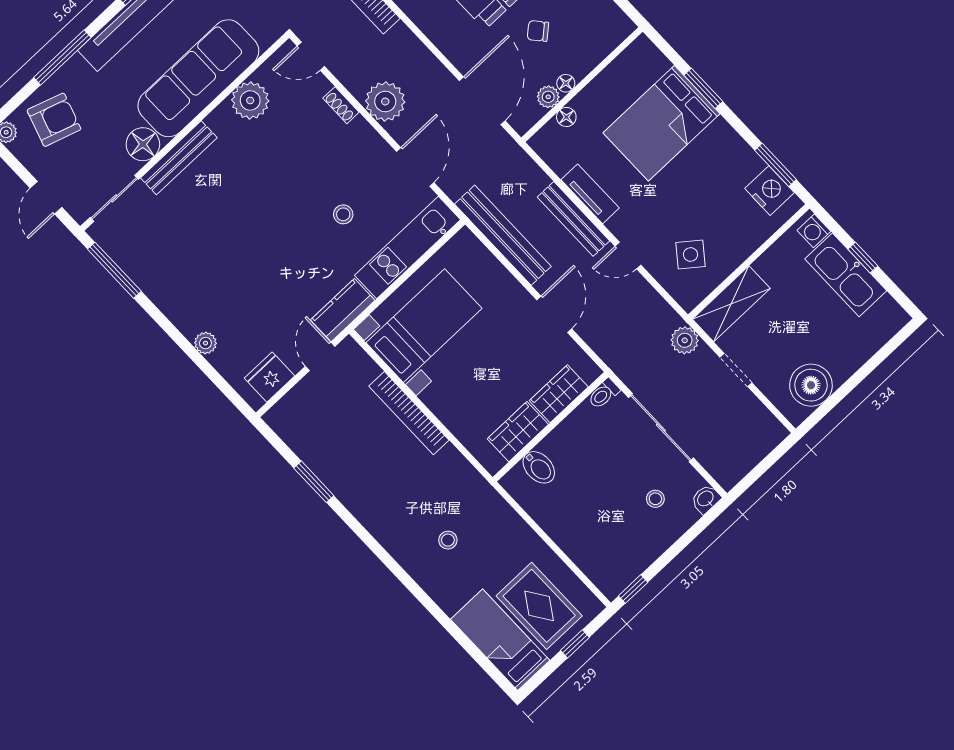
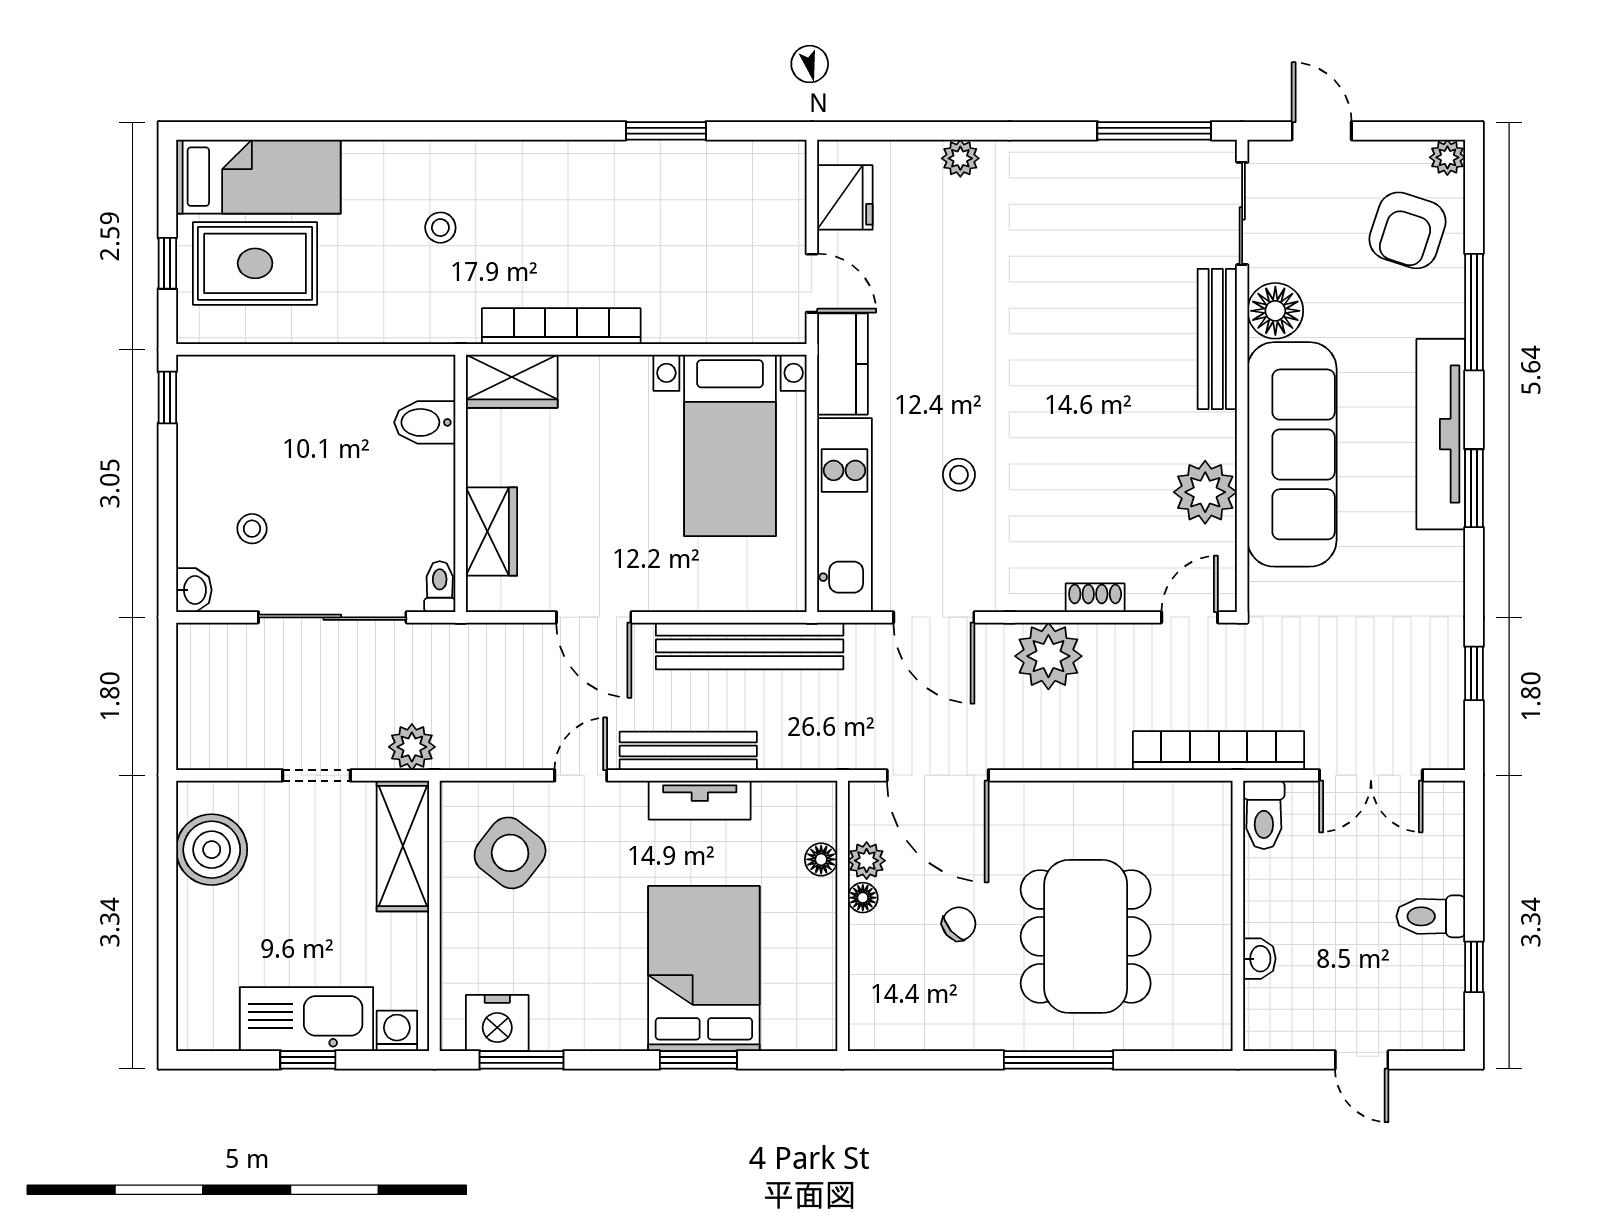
side table: (691, 254) -> (510, 853), width x1.37, depth x1.37
bookcase: (409, 413) -> (561, 326), moved
wardrobe: (518, 432) -> (512, 381), moved, turned 90

